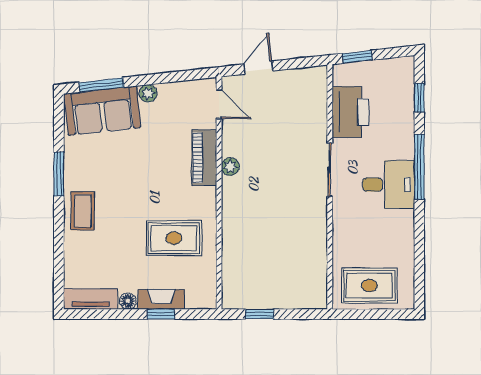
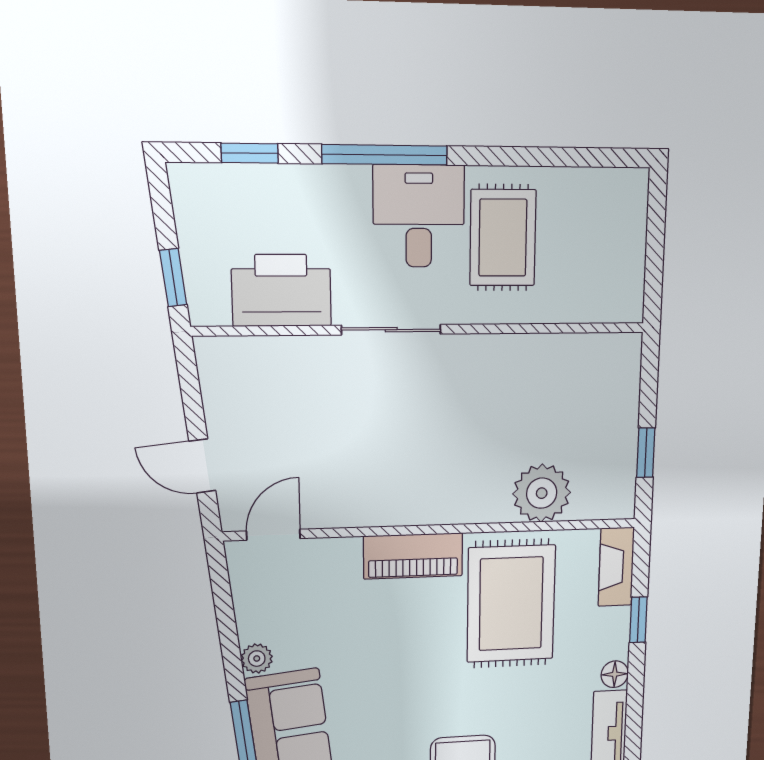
piano: (204, 158) -> (413, 556), moved
plant: (230, 167) -> (542, 493), moved, width x1.88, depth x1.88
rug: (174, 238) -> (511, 604), width x1.36, depth x1.43
rug: (369, 286) -> (503, 238), moved
fireplace: (161, 299) -> (616, 567), moved

